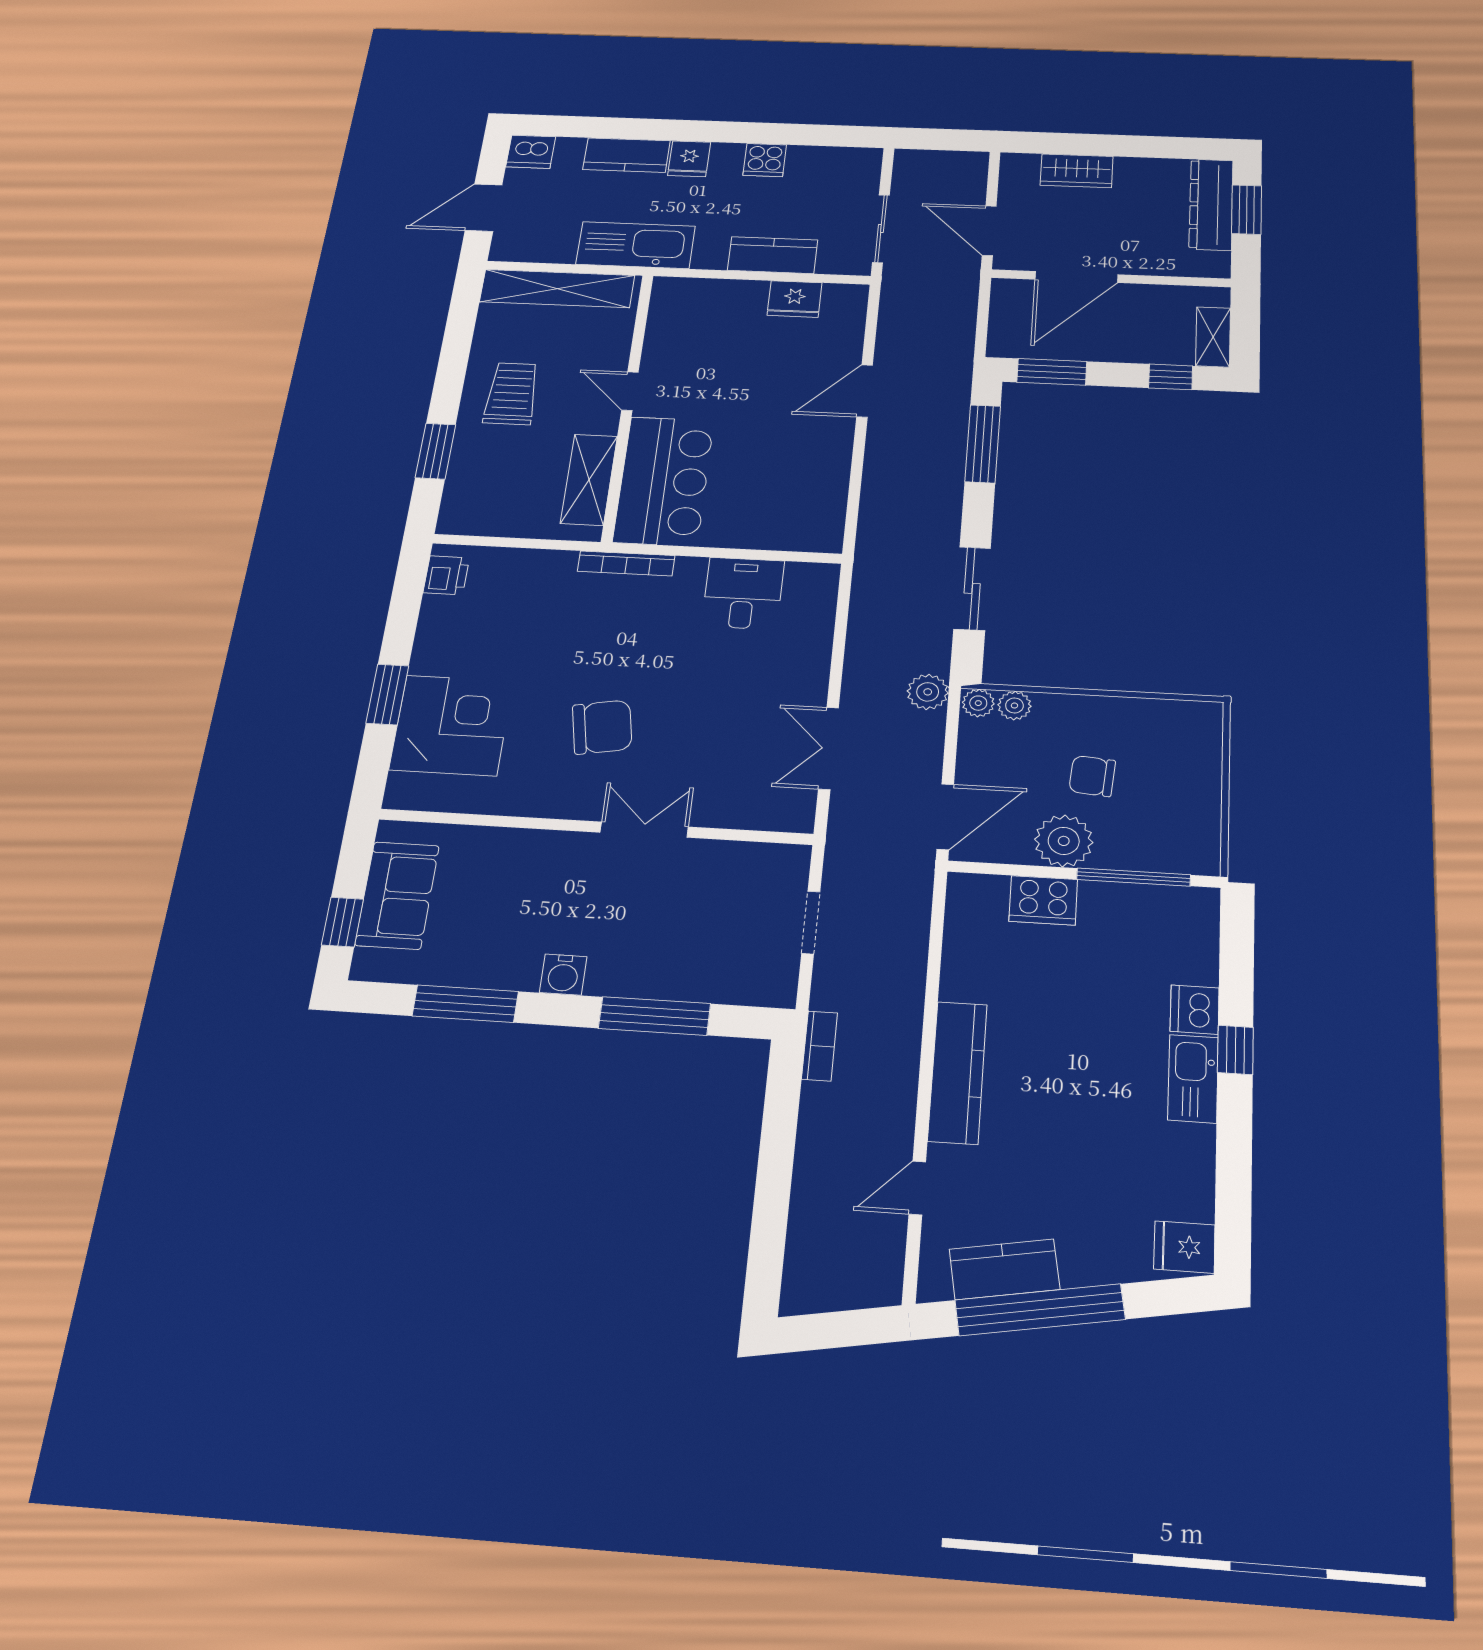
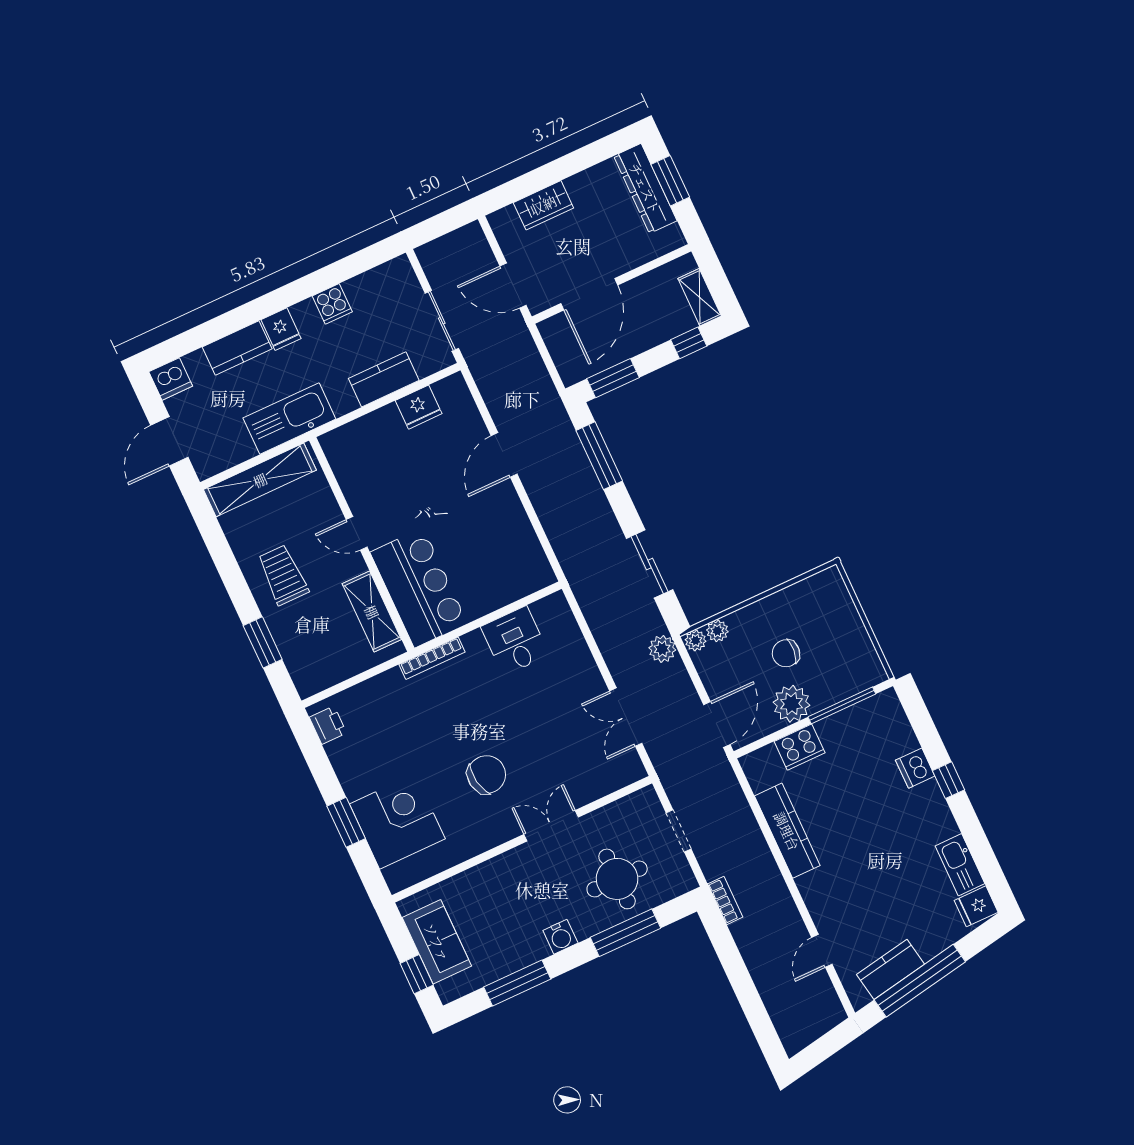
round table: (688, 941) -> (617, 879), added
kitchen counter: (958, 1072) -> (787, 831), moved
kitchen sink: (1193, 1079) -> (960, 865), moved

